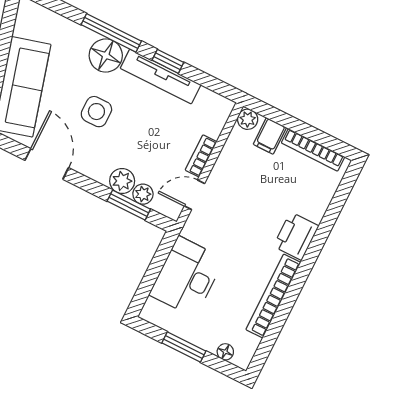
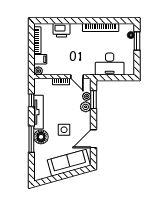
window: (168, 61) -> (31, 100), moved
printer: (296, 236) -> (62, 30), moved
window: (184, 347) -> (137, 41), moved

